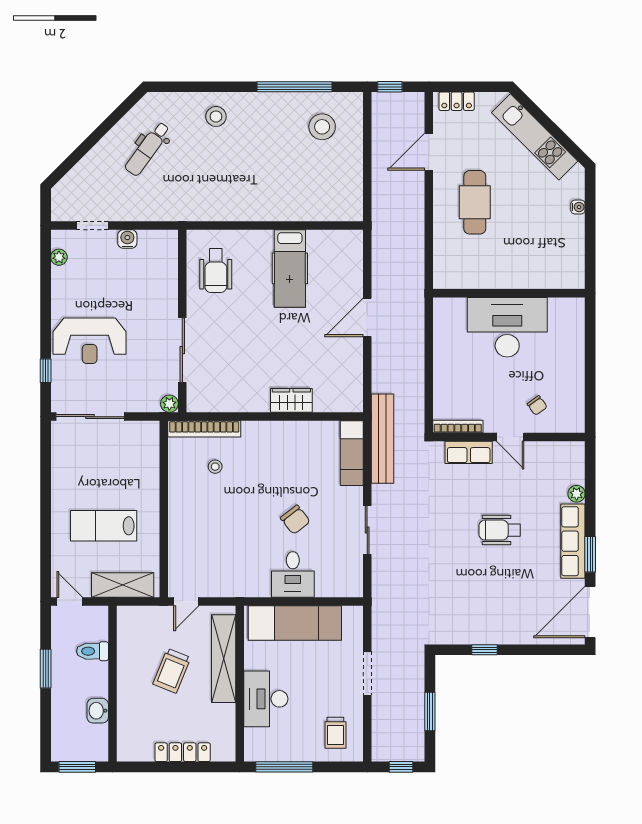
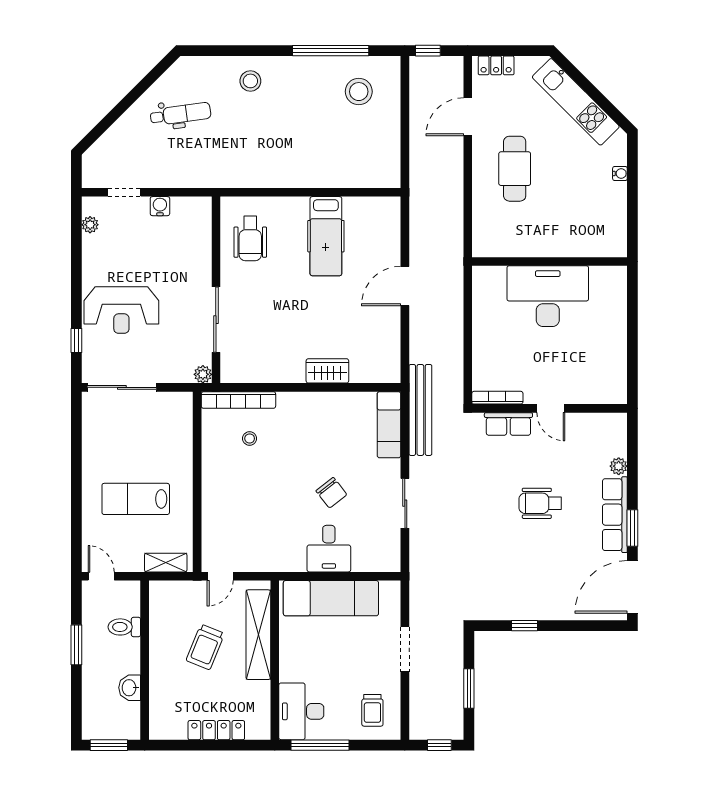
dental chair: (148, 149) -> (181, 114), turned -134
chair: (537, 405) -> (578, 376), removed
shelving: (123, 585) -> (166, 563), width x0.67, depth x0.75
desk: (266, 699) -> (301, 711), moved

